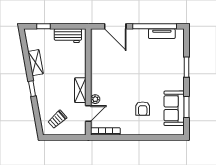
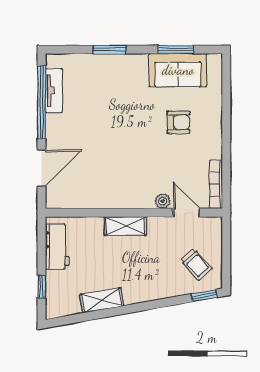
window: (32, 89) -> (204, 296), moved
shelving: (80, 90) -> (125, 226), moved

